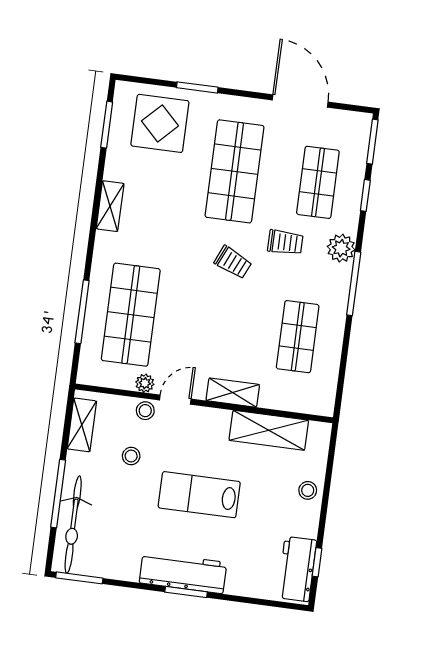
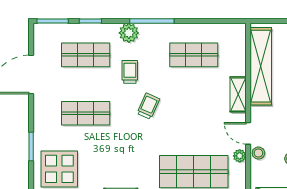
shop shelf: (235, 171) -> (86, 113), width x0.70, depth x0.74
shelving: (269, 430) -> (261, 66), width x1.47

